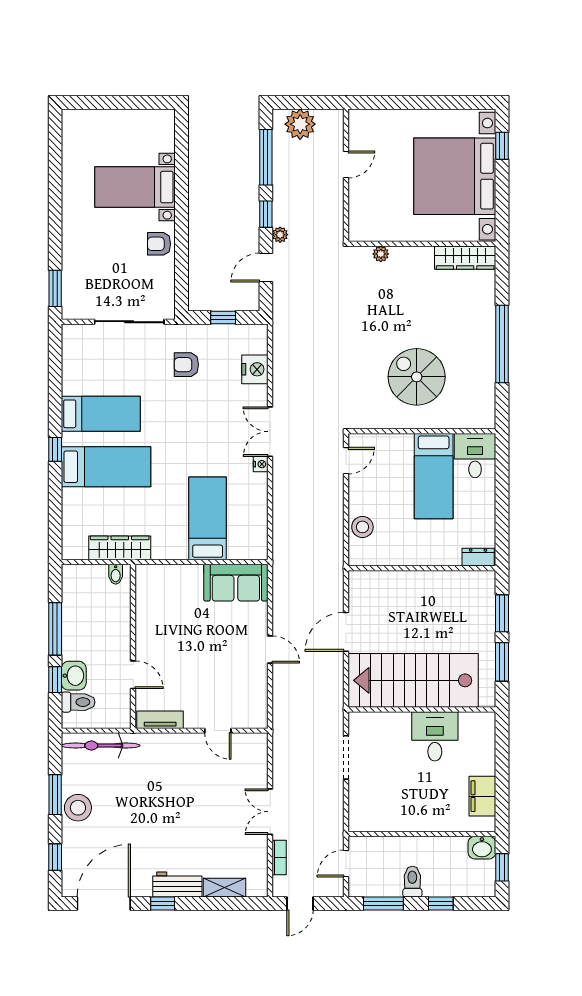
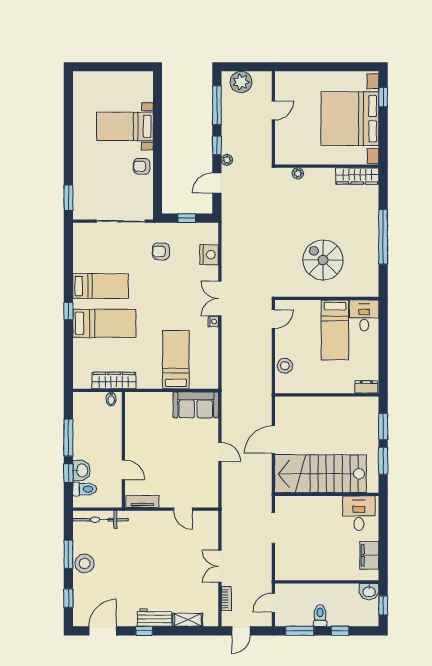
desk: (435, 736) -> (359, 513), moved
door: (104, 903) -> (103, 631), width x0.73

